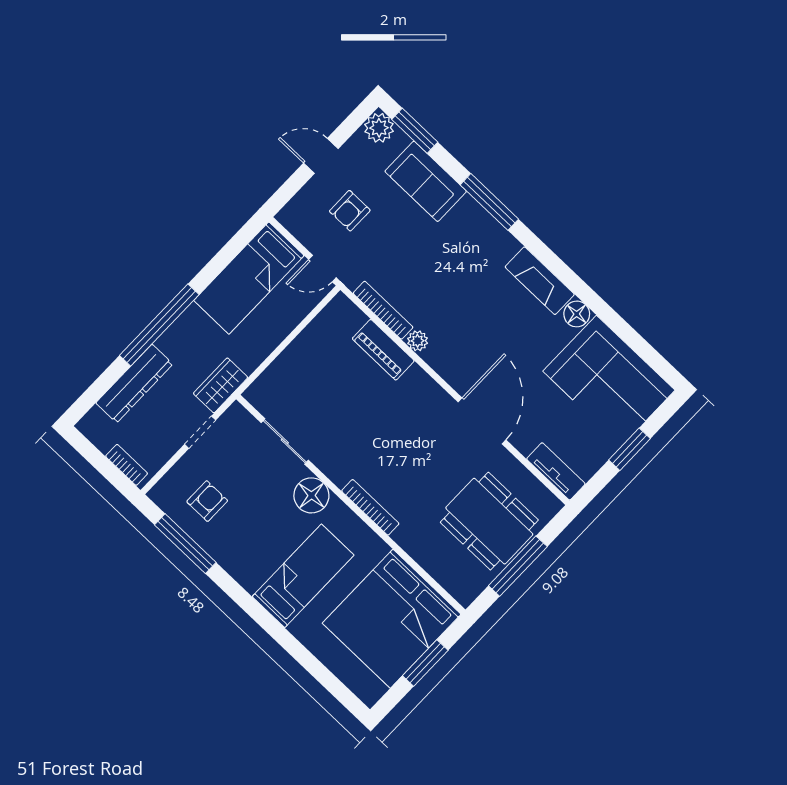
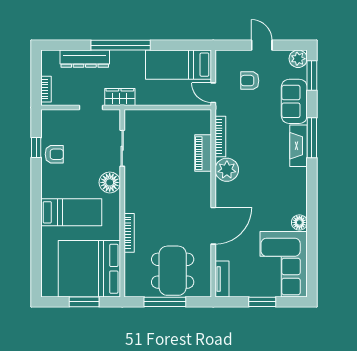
fireplace: (540, 281) -> (298, 146), moved
plant: (418, 341) -> (227, 170), width x1.88, depth x1.88
armchair: (207, 501) -> (54, 154), moved
bookcase: (370, 507) -> (129, 233), moved
window: (185, 544) -> (36, 148), width x0.46

